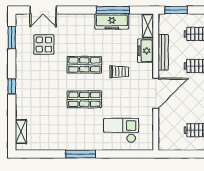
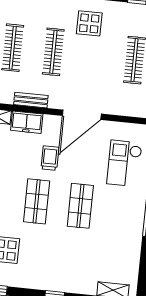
bench: (163, 52) -> (31, 100), width x0.73
door: (156, 93) -> (82, 115), swing flipped

